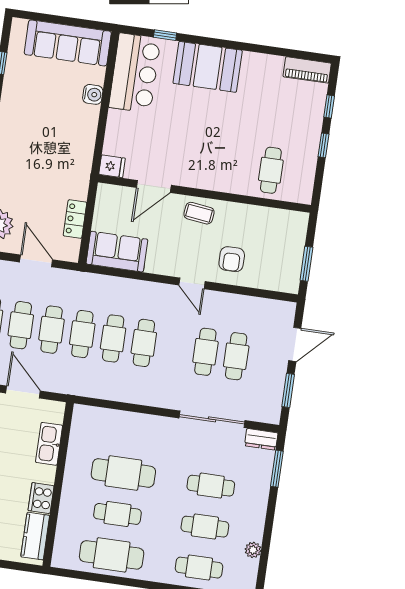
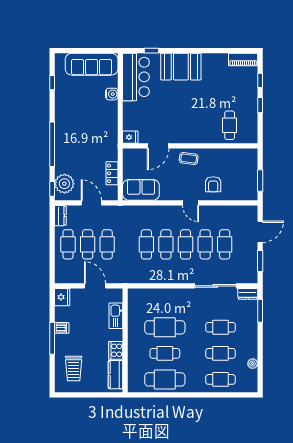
cafe table: (82, 334) -> (186, 244), moved

